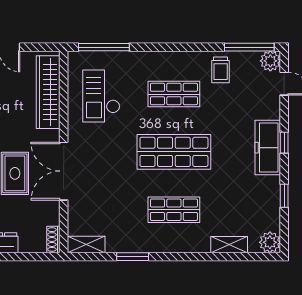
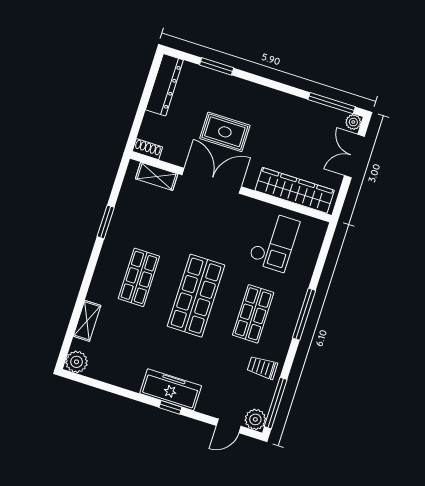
window: (104, 47) -> (304, 314), moved
checkout: (101, 96) -> (274, 242), turned 90
window: (284, 196) -> (118, 391), removed
shelving: (86, 244) -> (157, 176), moved, turned 90

